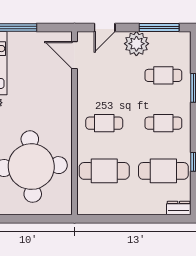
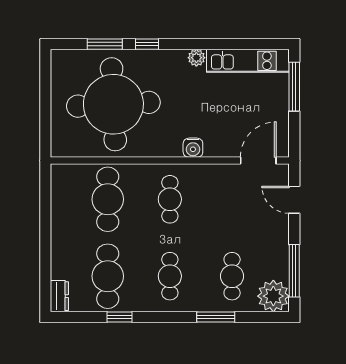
plant: (136, 44) -> (273, 296), moved
water cooler: (65, 105) -> (193, 148), added

